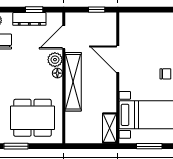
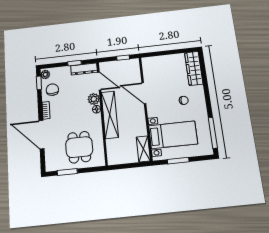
dresser: (29, 19) -> (84, 69), moved
door: (64, 37) -> (99, 81), swing flipped
dining table: (32, 118) -> (79, 147), width x0.73

